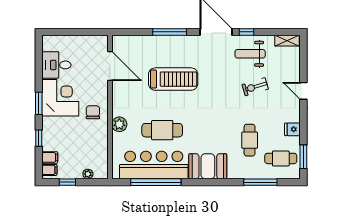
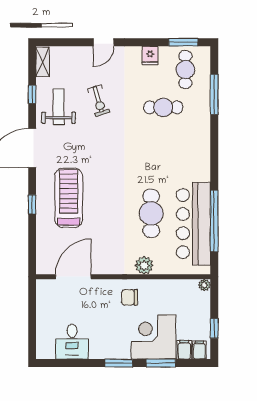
window: (170, 32) -> (32, 204), width x0.46
window: (246, 32) -> (32, 94), moved
weight bench: (250, 54) -> (59, 107), turned 180
treadmill: (173, 79) -> (69, 198), moved
corner desk: (60, 98) -> (154, 337), moved
window: (39, 138) -> (161, 363), width x1.50
booth: (208, 166) -> (195, 158), removed
plant: (88, 174) -> (204, 285), moved

